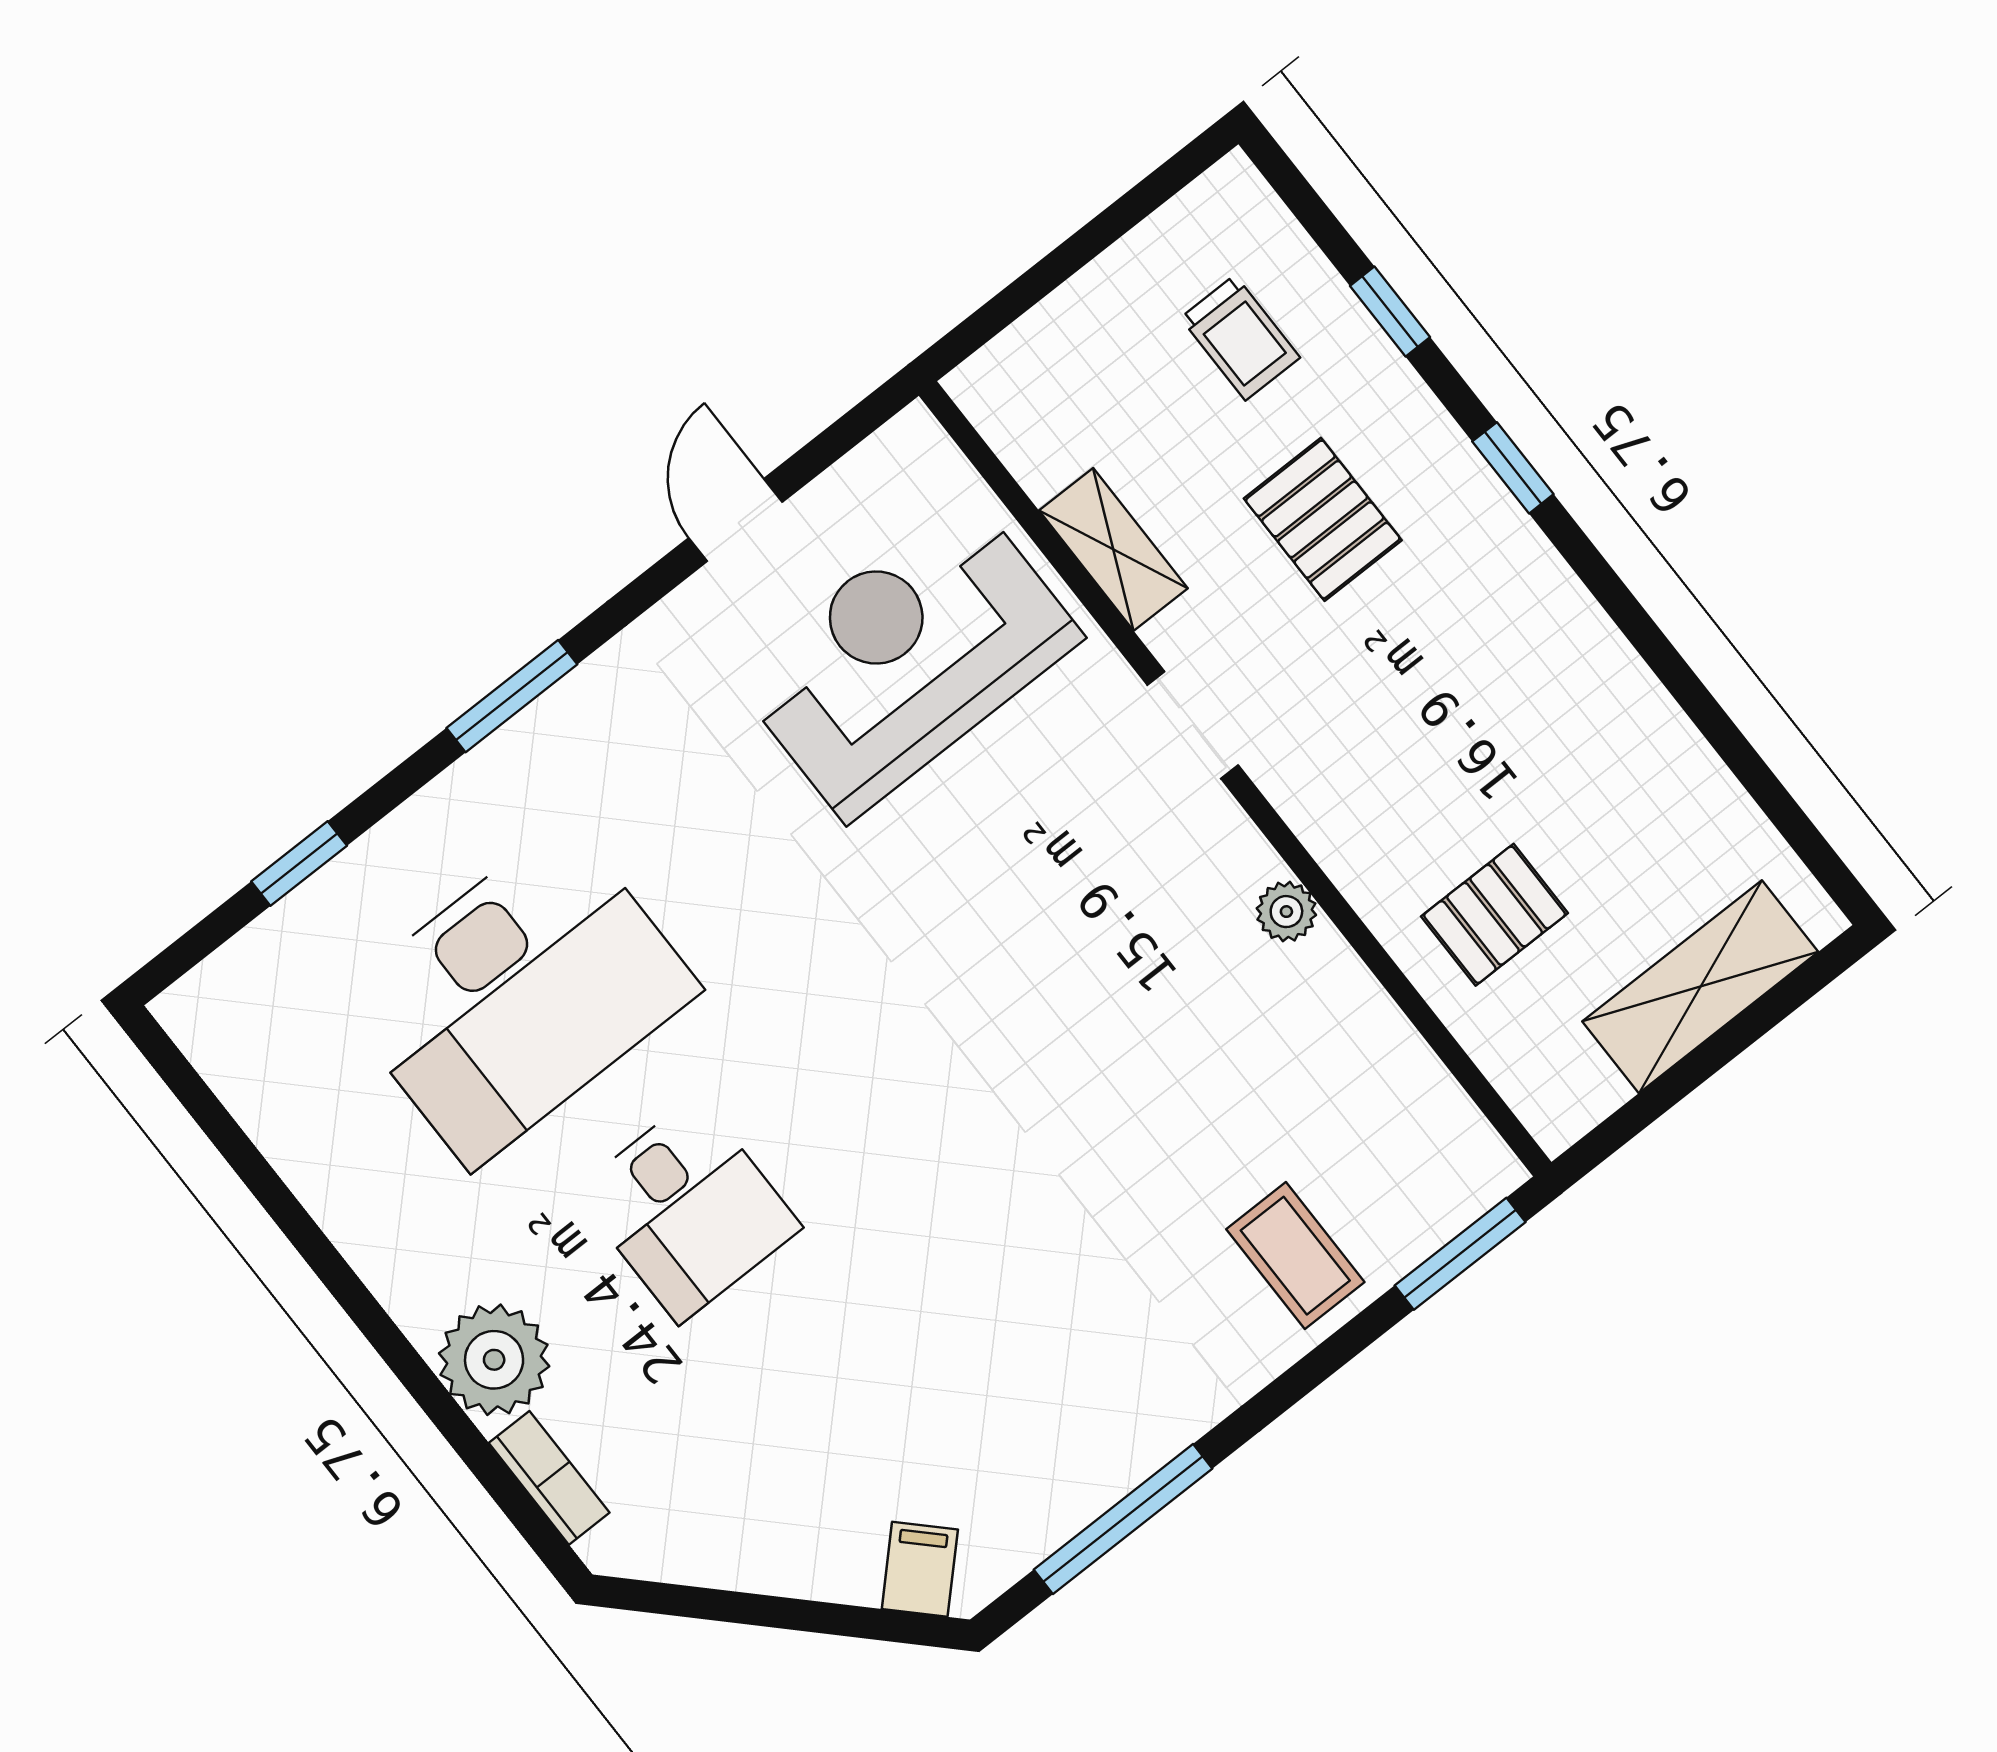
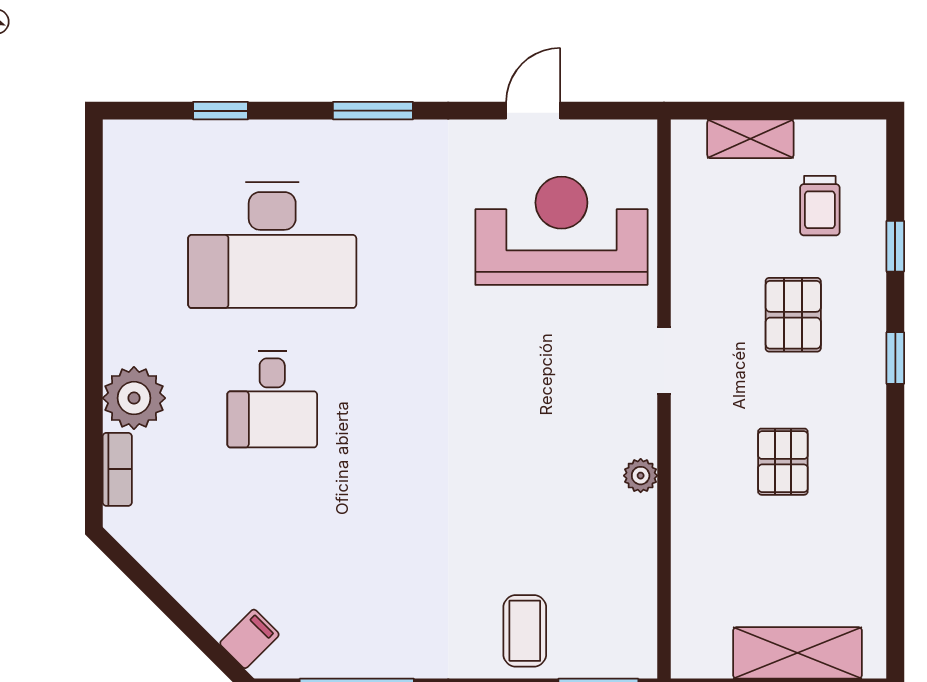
shelving: (1113, 549) -> (750, 139), moved, turned 90
pallet: (1495, 915) -> (783, 462), moved, turned 90

